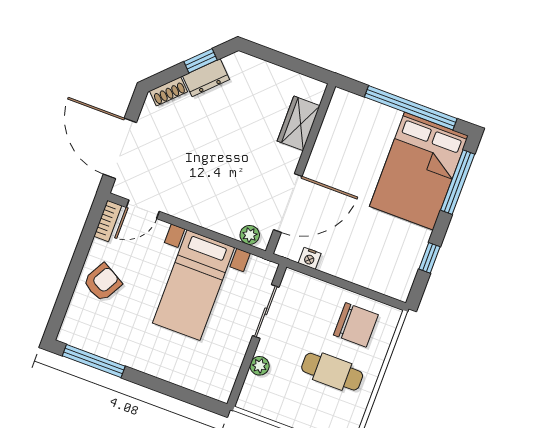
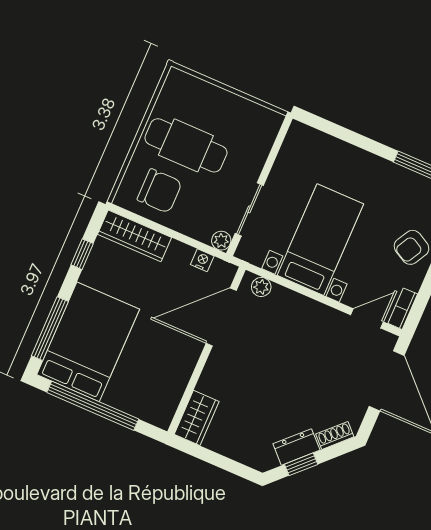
wardrobe: (299, 123) -> (197, 418), moved
wardrobe: (378, 279) -> (134, 236), added
chair: (356, 325) -> (160, 191), turned 180
plant: (260, 366) -> (221, 241), moved
cafe table: (332, 372) -> (186, 145), width x1.37, depth x1.35

